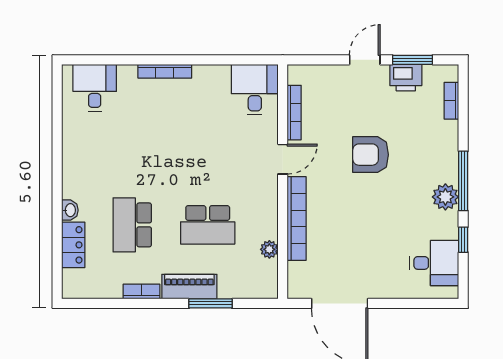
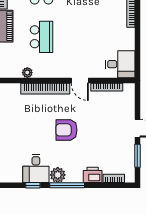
printer: (406, 78) -> (93, 175), moved, turned 90
armchair: (371, 155) -> (66, 130), moved, turned -90
school desk: (208, 225) -> (42, 37), turned 180
desk: (434, 263) -> (36, 168), moved

